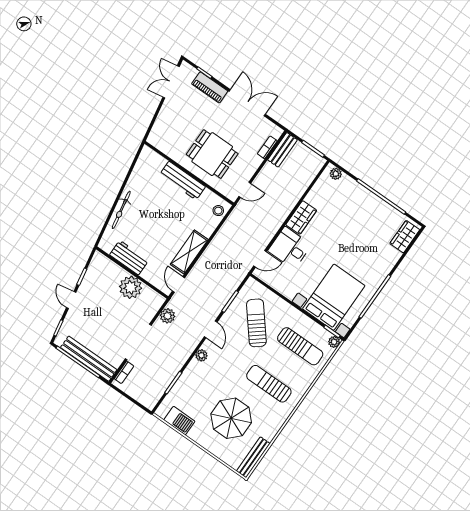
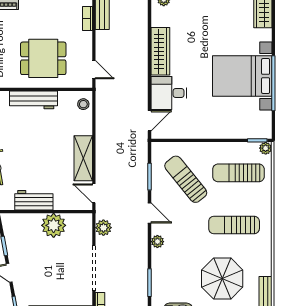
door: (245, 190) -> (94, 70), hinge flipped
wardrobe: (301, 218) -> (160, 51), width x1.50
bed with nightstands: (334, 297) -> (242, 76), moved, turned -90
sun lounger: (300, 346) -> (238, 173), turned 180

